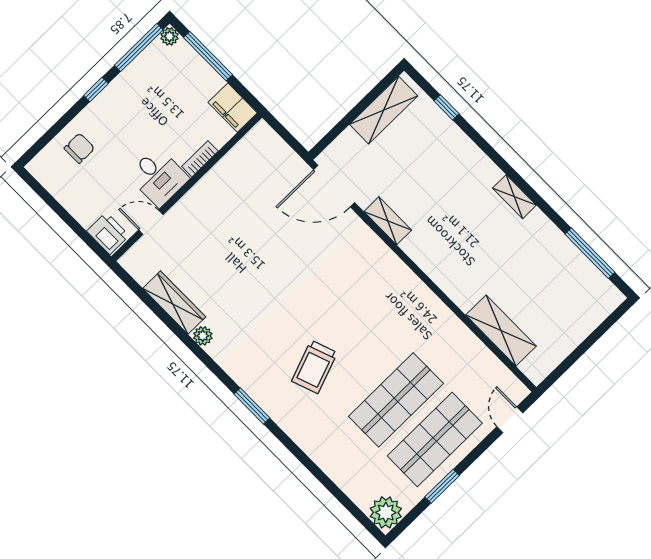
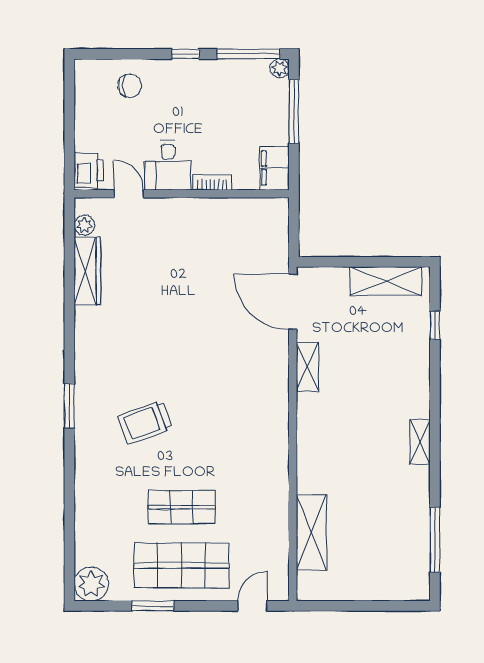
plant: (203, 336) -> (84, 225), moved
shop shelf: (396, 400) -> (182, 507), width x0.70, depth x0.74

